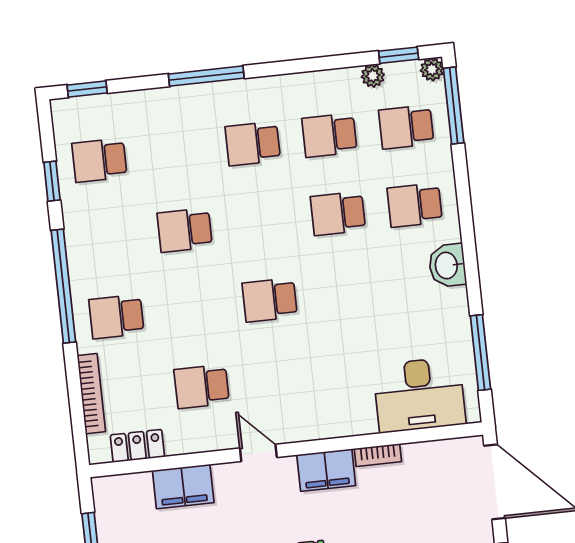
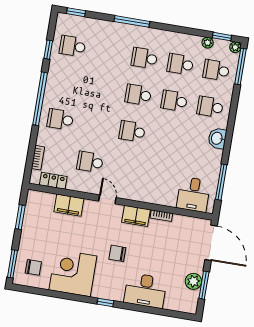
school desk: (185, 230) -> (138, 95), moved
bookcase: (91, 394) -> (38, 158), width x0.64
desk: (419, 395) -> (194, 194), width x0.73

